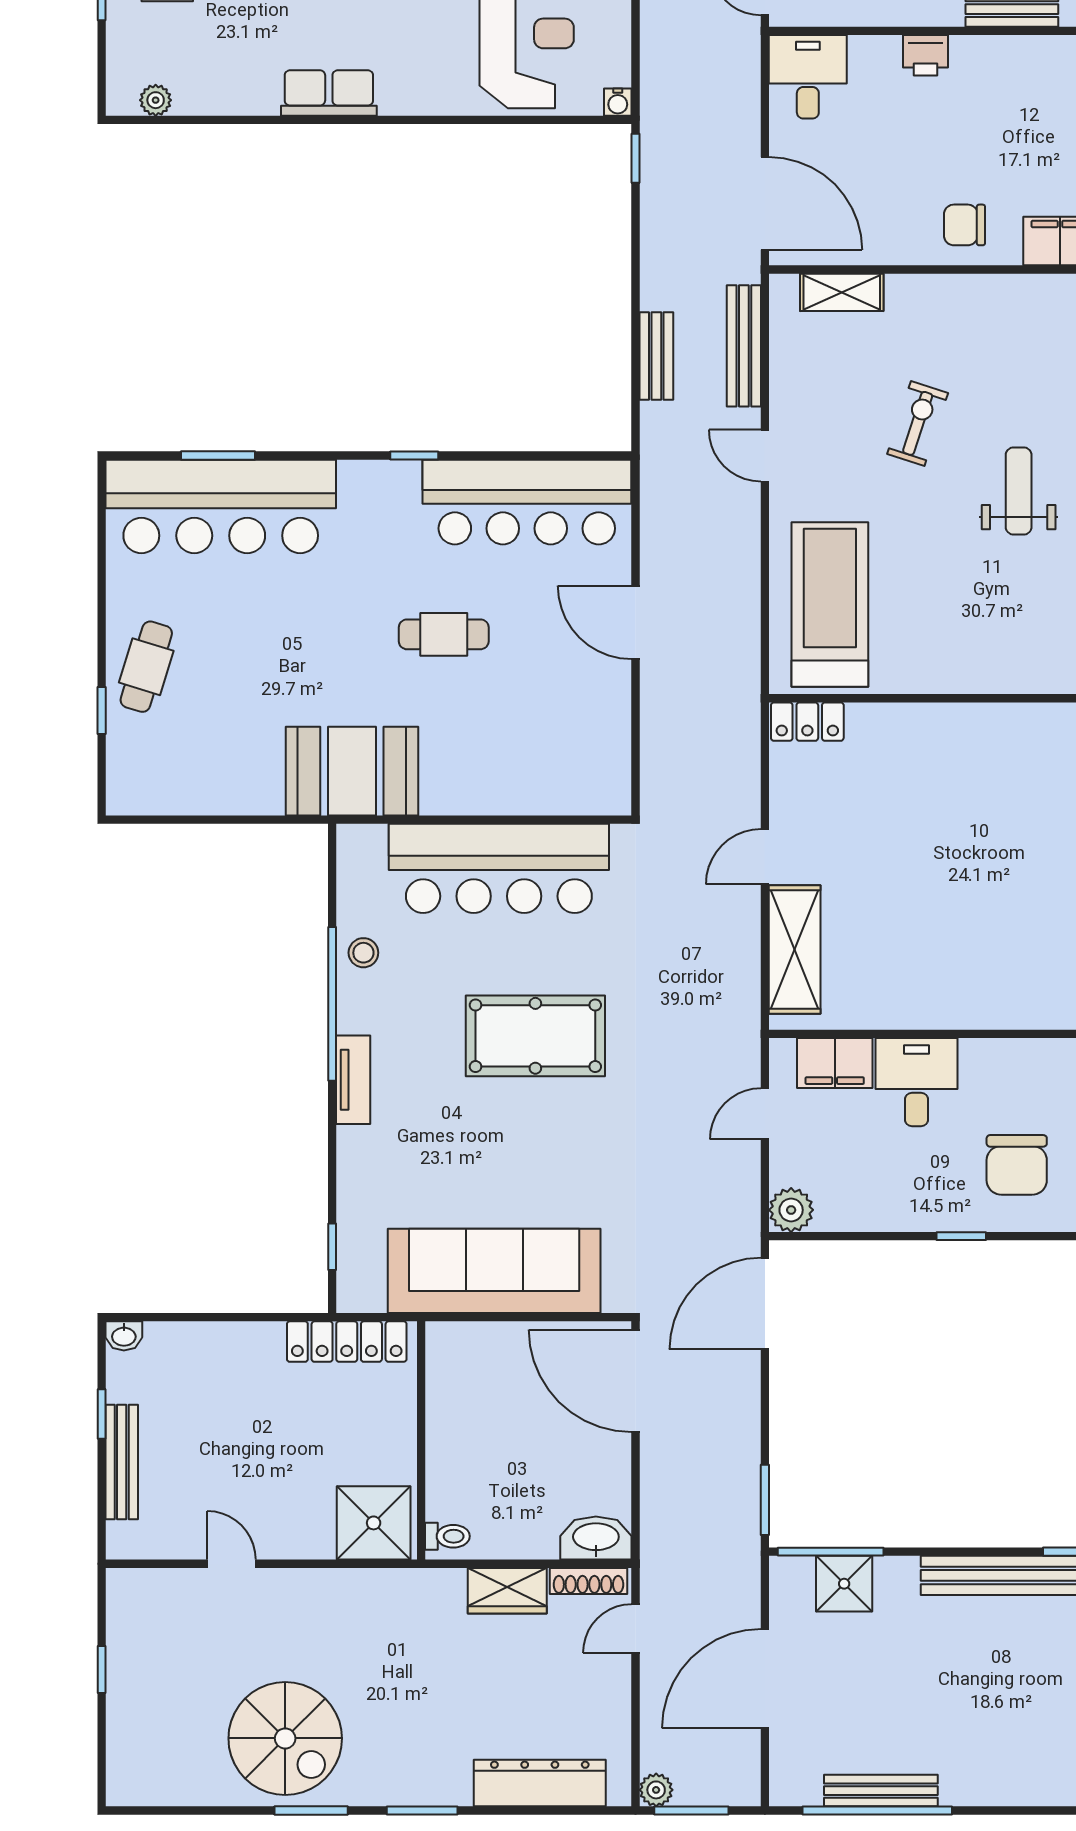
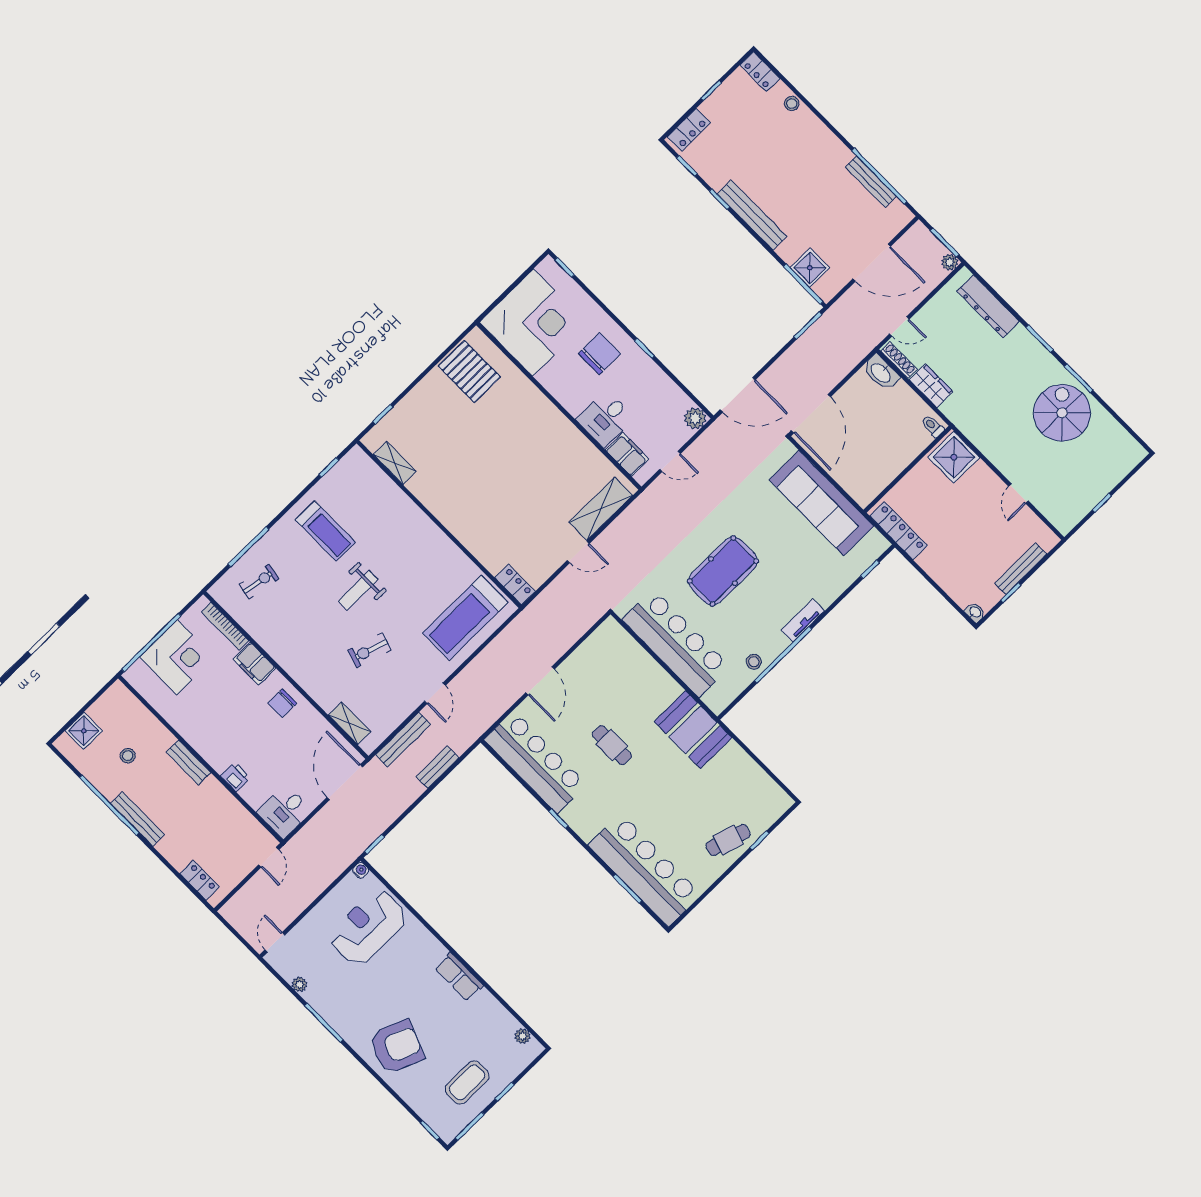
chair: (965, 225) -> (282, 703), turned 90
pool table: (535, 1036) -> (723, 571), turned 90

